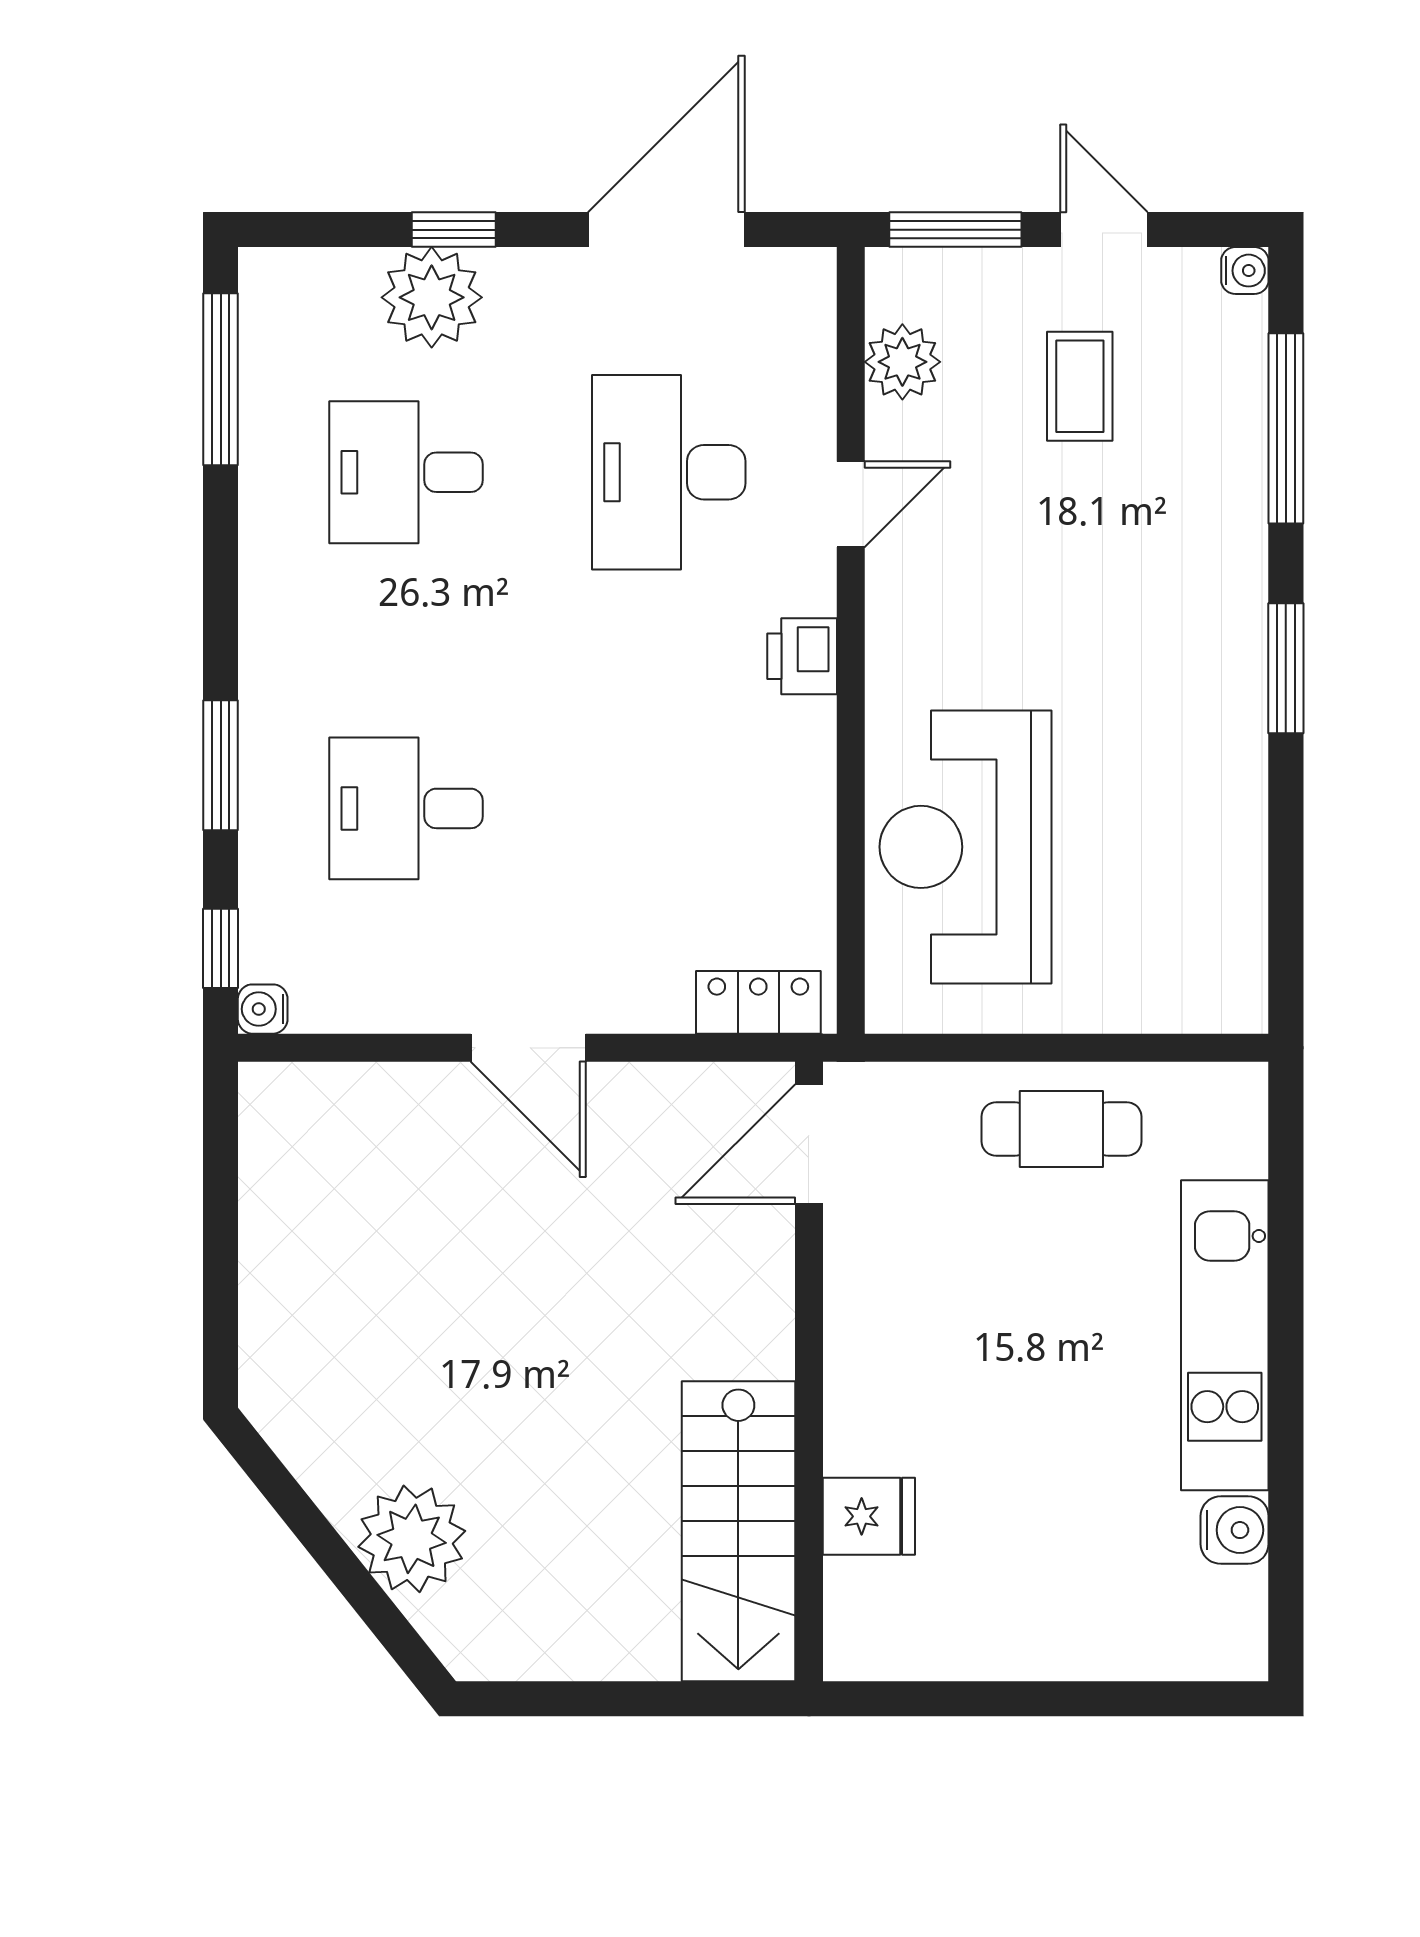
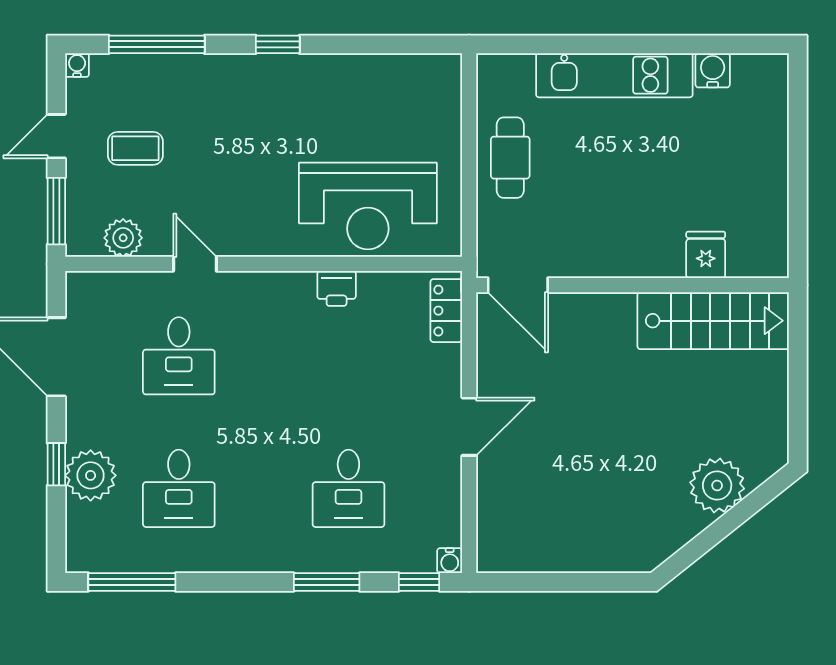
desk: (669, 472) -> (179, 356), width x0.73
printer: (802, 656) -> (337, 288), moved
window: (1286, 668) -> (278, 44), width x0.67

